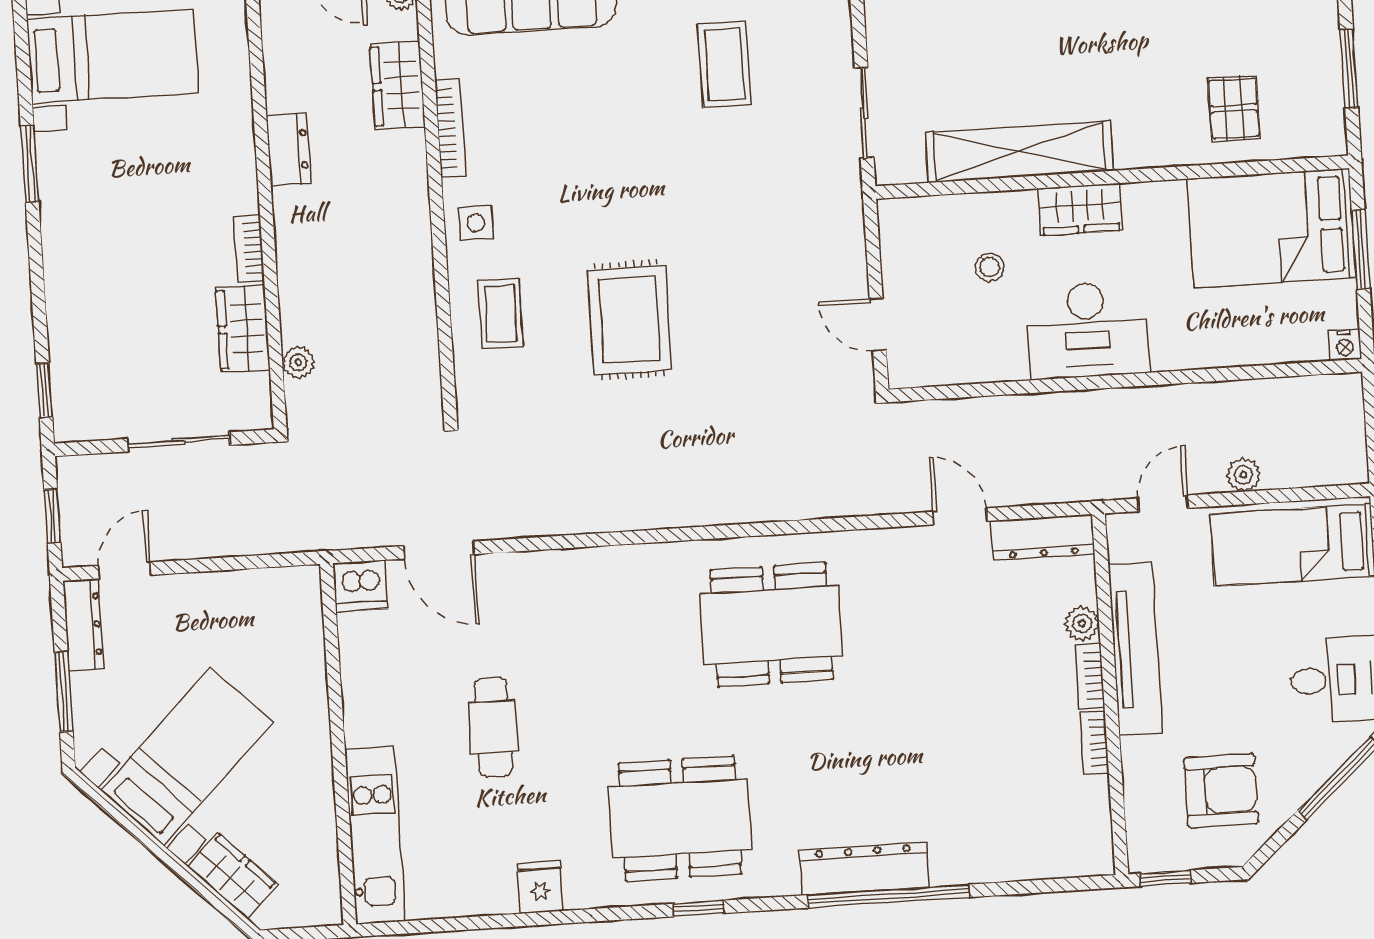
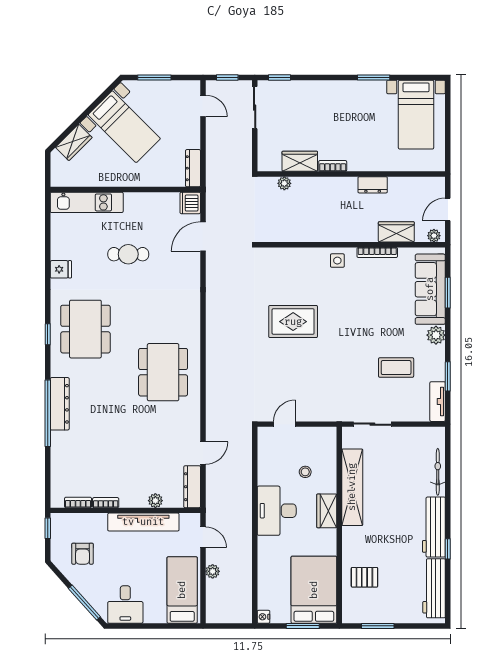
coffee table: (501, 314) -> (299, 268), removed
sliding door: (179, 442) -> (255, 108), moved
dresser: (83, 625) -> (193, 168), moved, turned 90
bookcase: (1090, 676) -> (78, 502), moved
armchair: (1221, 791) -> (83, 554), width x0.72, depth x0.72

